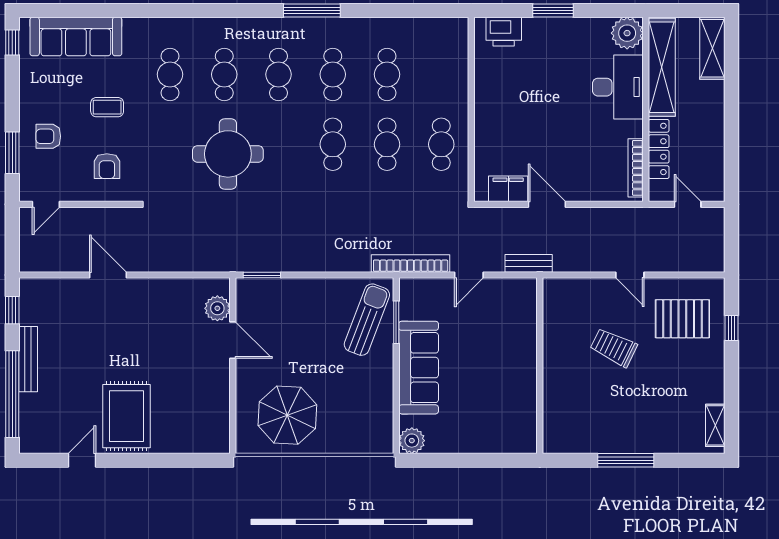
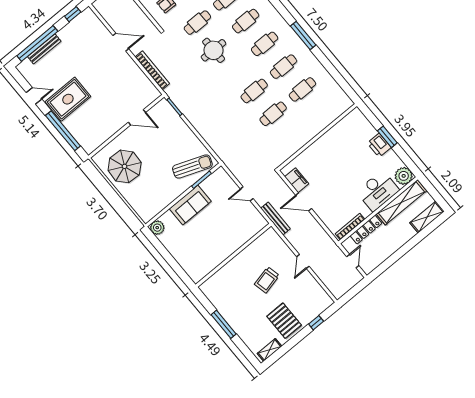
printer: (504, 32) -> (379, 145), moved
cafe table: (441, 144) -> (197, 23), moved
round table: (228, 154) -> (214, 50), width x0.73, depth x0.73
door: (547, 204) -> (304, 202), swing flipped
bench: (529, 263) -> (275, 218), width x1.36
bookcase: (411, 264) -> (152, 70), moved
door: (108, 275) -> (121, 42), hinge flipped
plant: (217, 308) -> (145, 100), removed
pallet: (682, 319) -> (284, 321), moved
door: (233, 340) -> (137, 117), hinge flipped
trolley: (614, 347) -> (267, 280), turned -129
bench: (28, 359) -> (44, 49), moved
sofa: (419, 368) -> (190, 205), width x0.73
window: (165, 460) -> (63, 131), added

